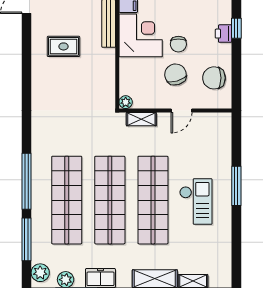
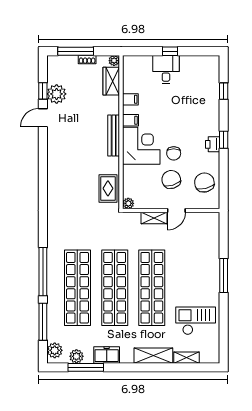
rug: (64, 46) -> (108, 188), moved, turned 90
chair: (214, 78) -> (204, 182), turned 76
shelving: (141, 119) -> (154, 218), moved
checkout: (196, 201) -> (196, 321), moved, turned -90

